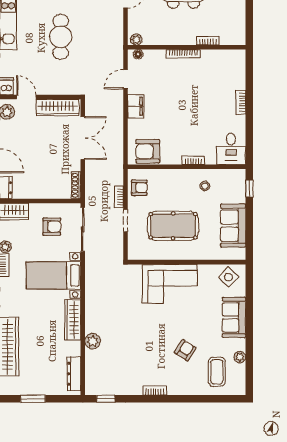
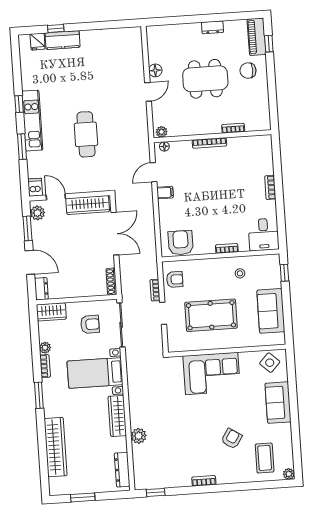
filing cabinet: (136, 106) -> (165, 193), width x0.50
armchair: (148, 151) -> (181, 243), turned 90
plant: (240, 357) -> (289, 474), moved

